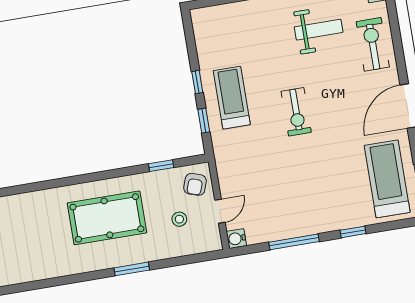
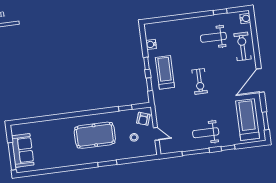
weight bench: (319, 30) -> (213, 37), turned 180
weight bench: (311, 206) -> (206, 133), added
door: (220, 211) -> (156, 134), hinge flipped
water cooler: (236, 239) -> (151, 44), moved

